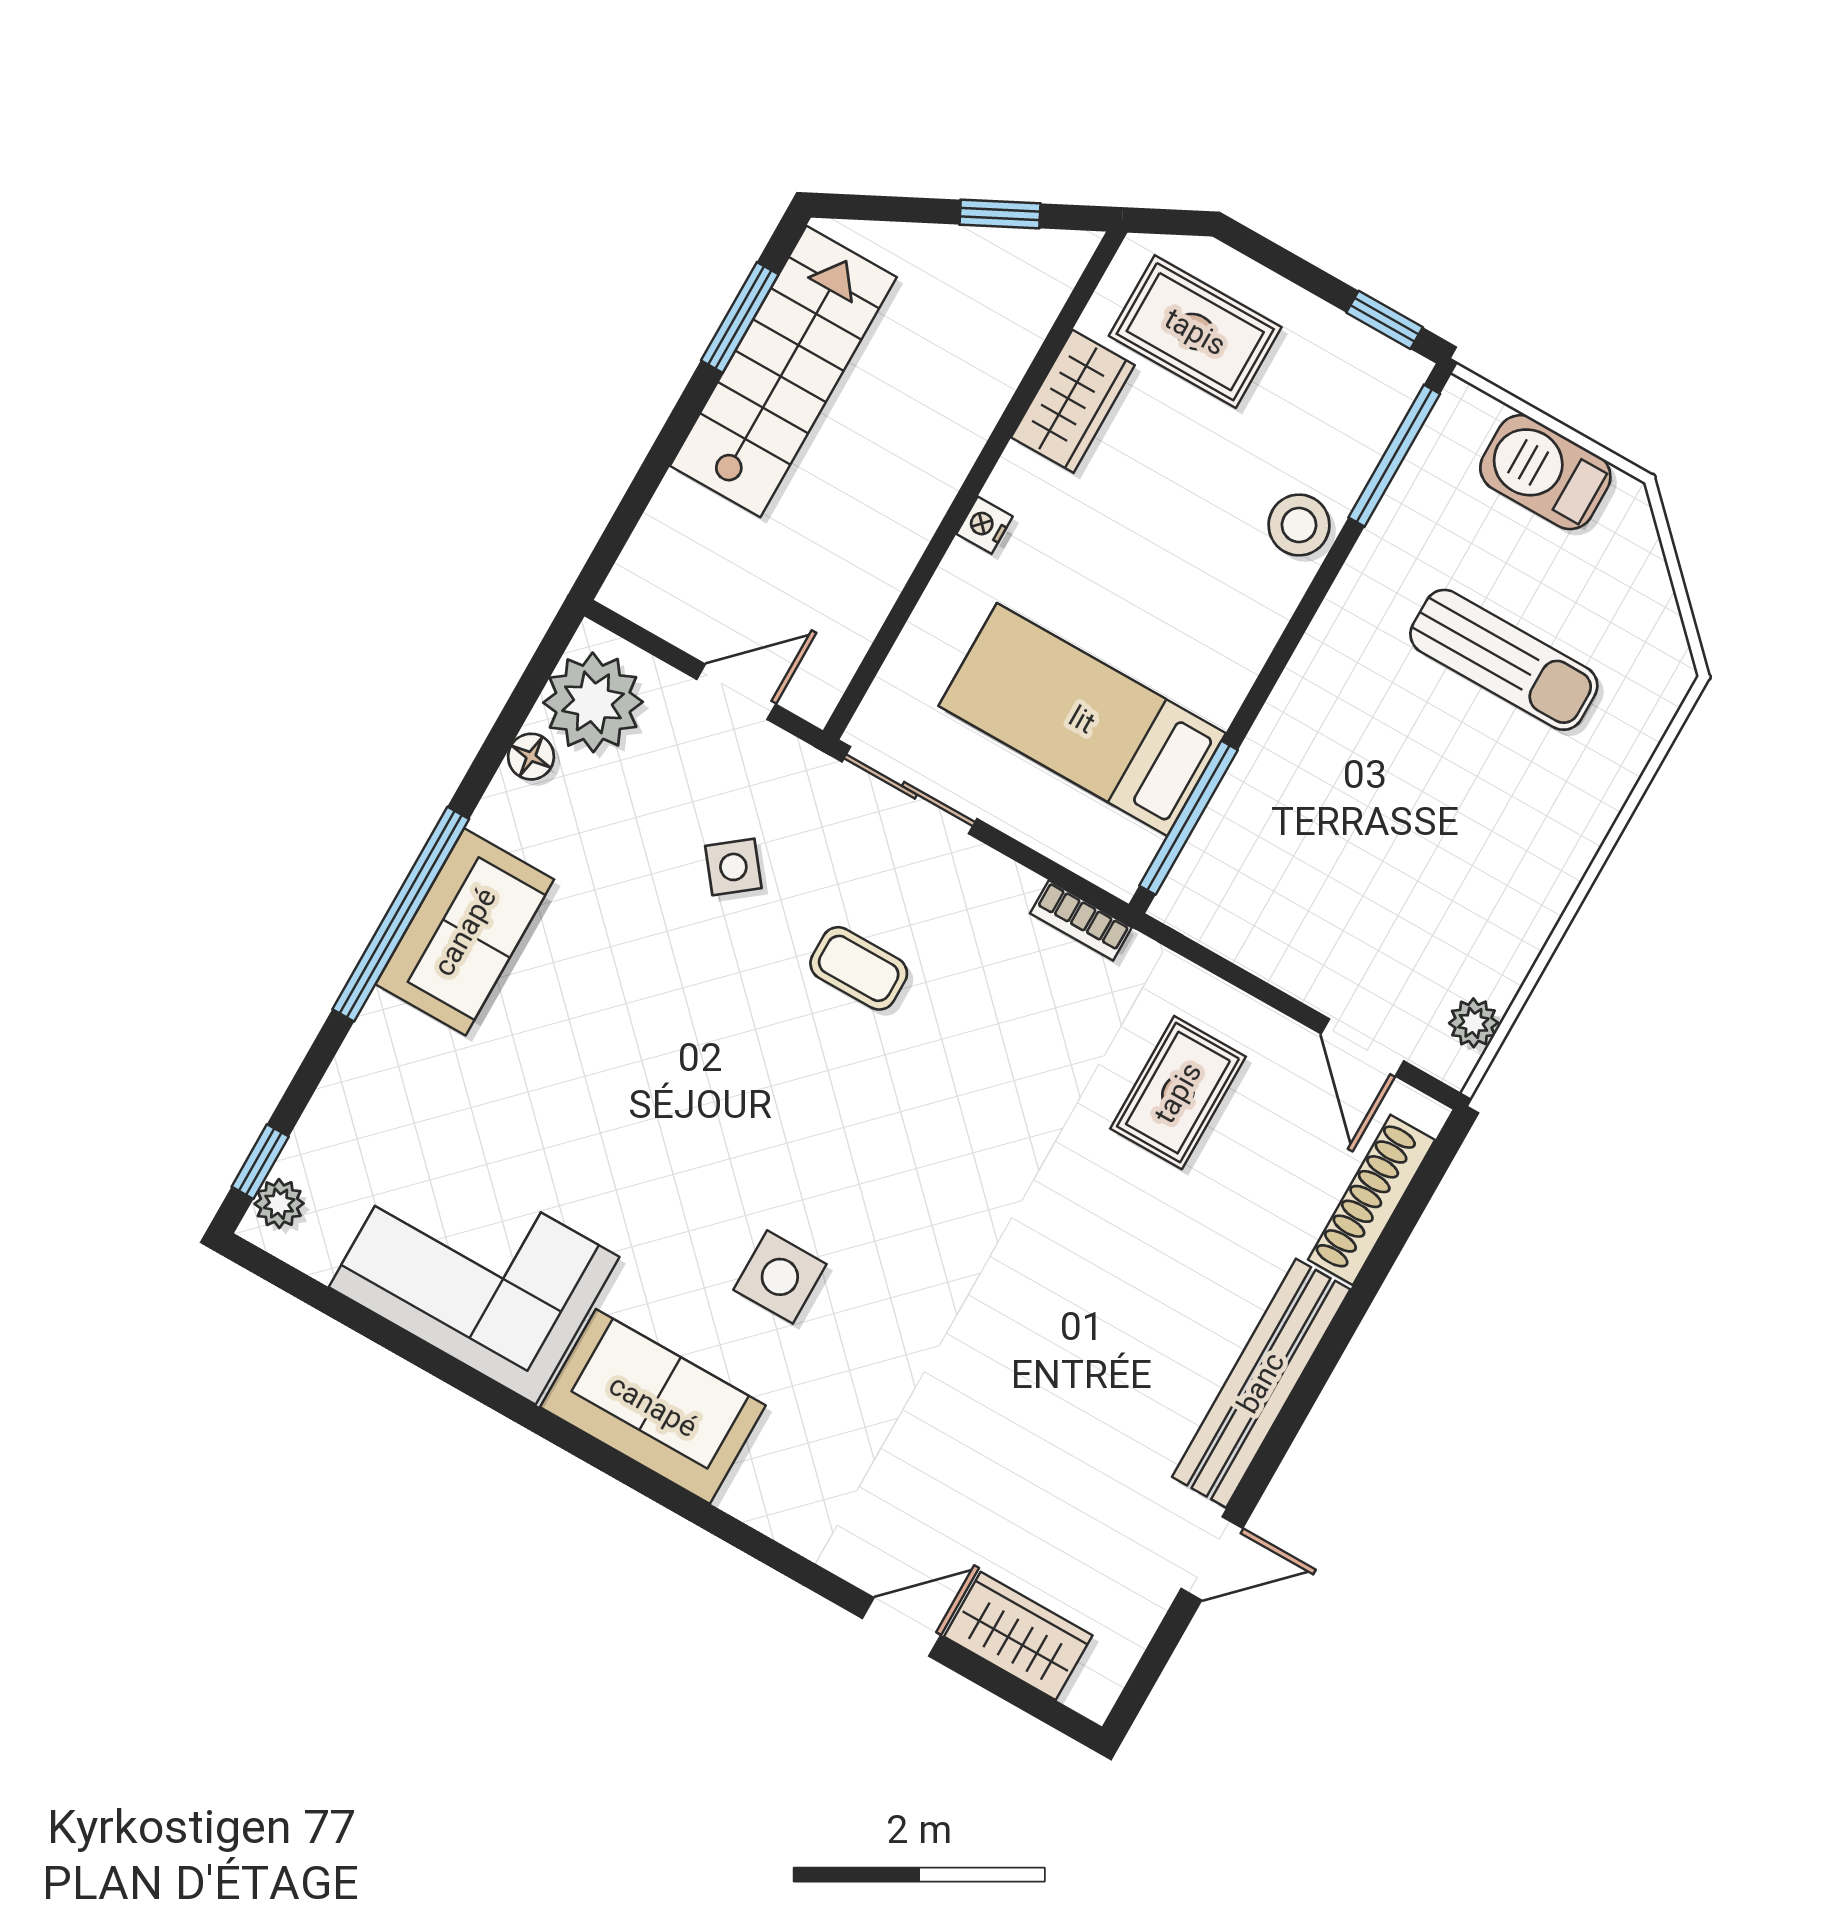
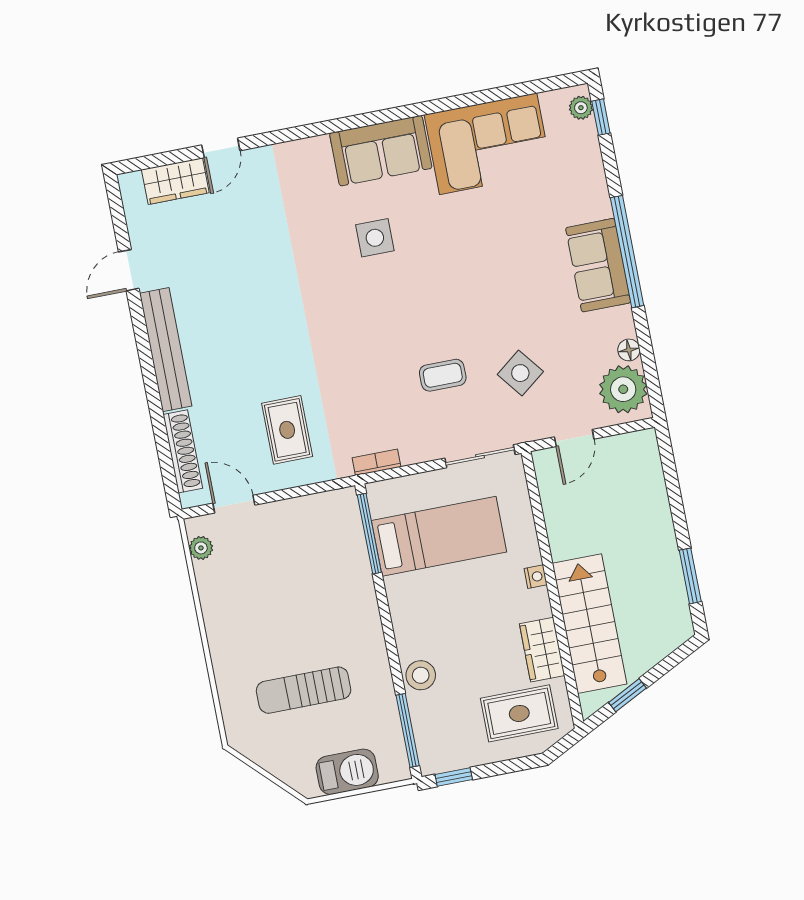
stairs: (783, 372) -> (589, 624), moved, turned 180
side table: (733, 867) -> (520, 373), width x1.37, depth x1.37

